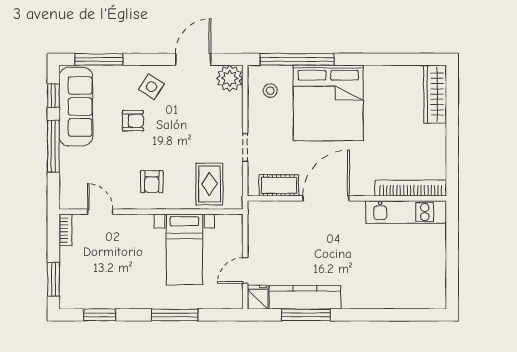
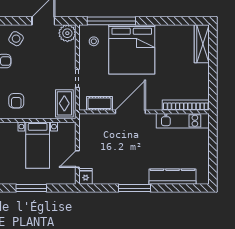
rug: (209, 184) -> (64, 103), moved
kitchen counter: (305, 297) -> (173, 177), moved
window: (306, 315) -> (135, 188), moved

